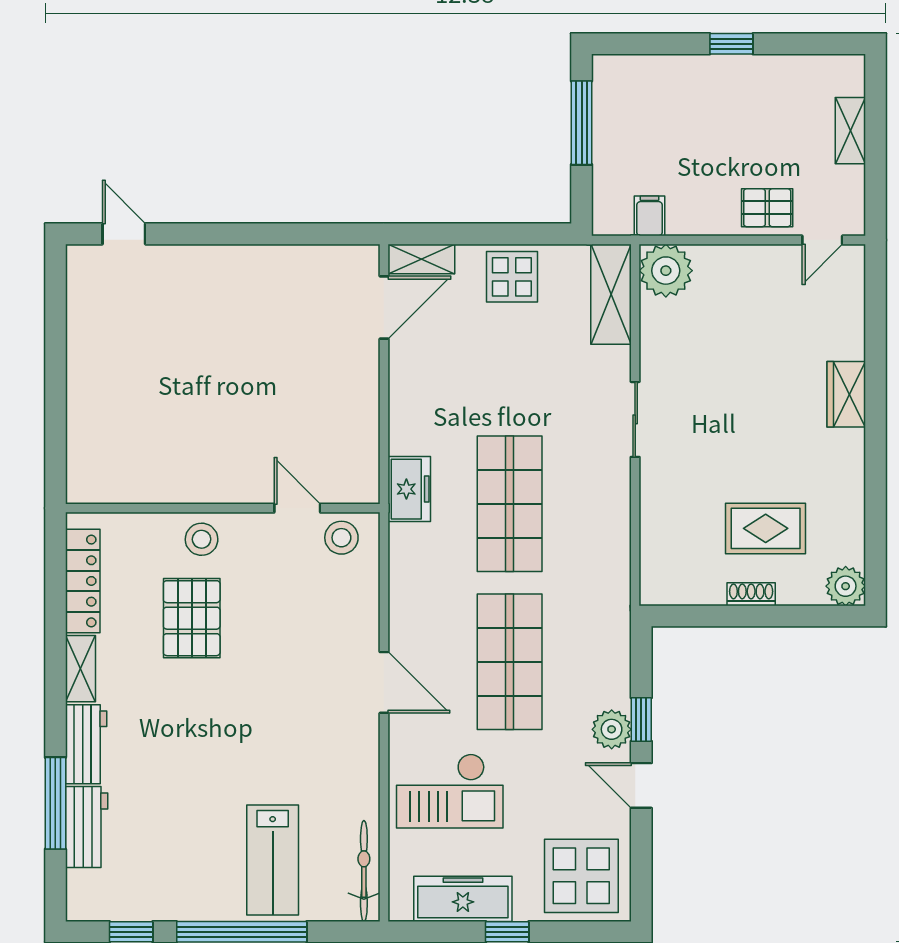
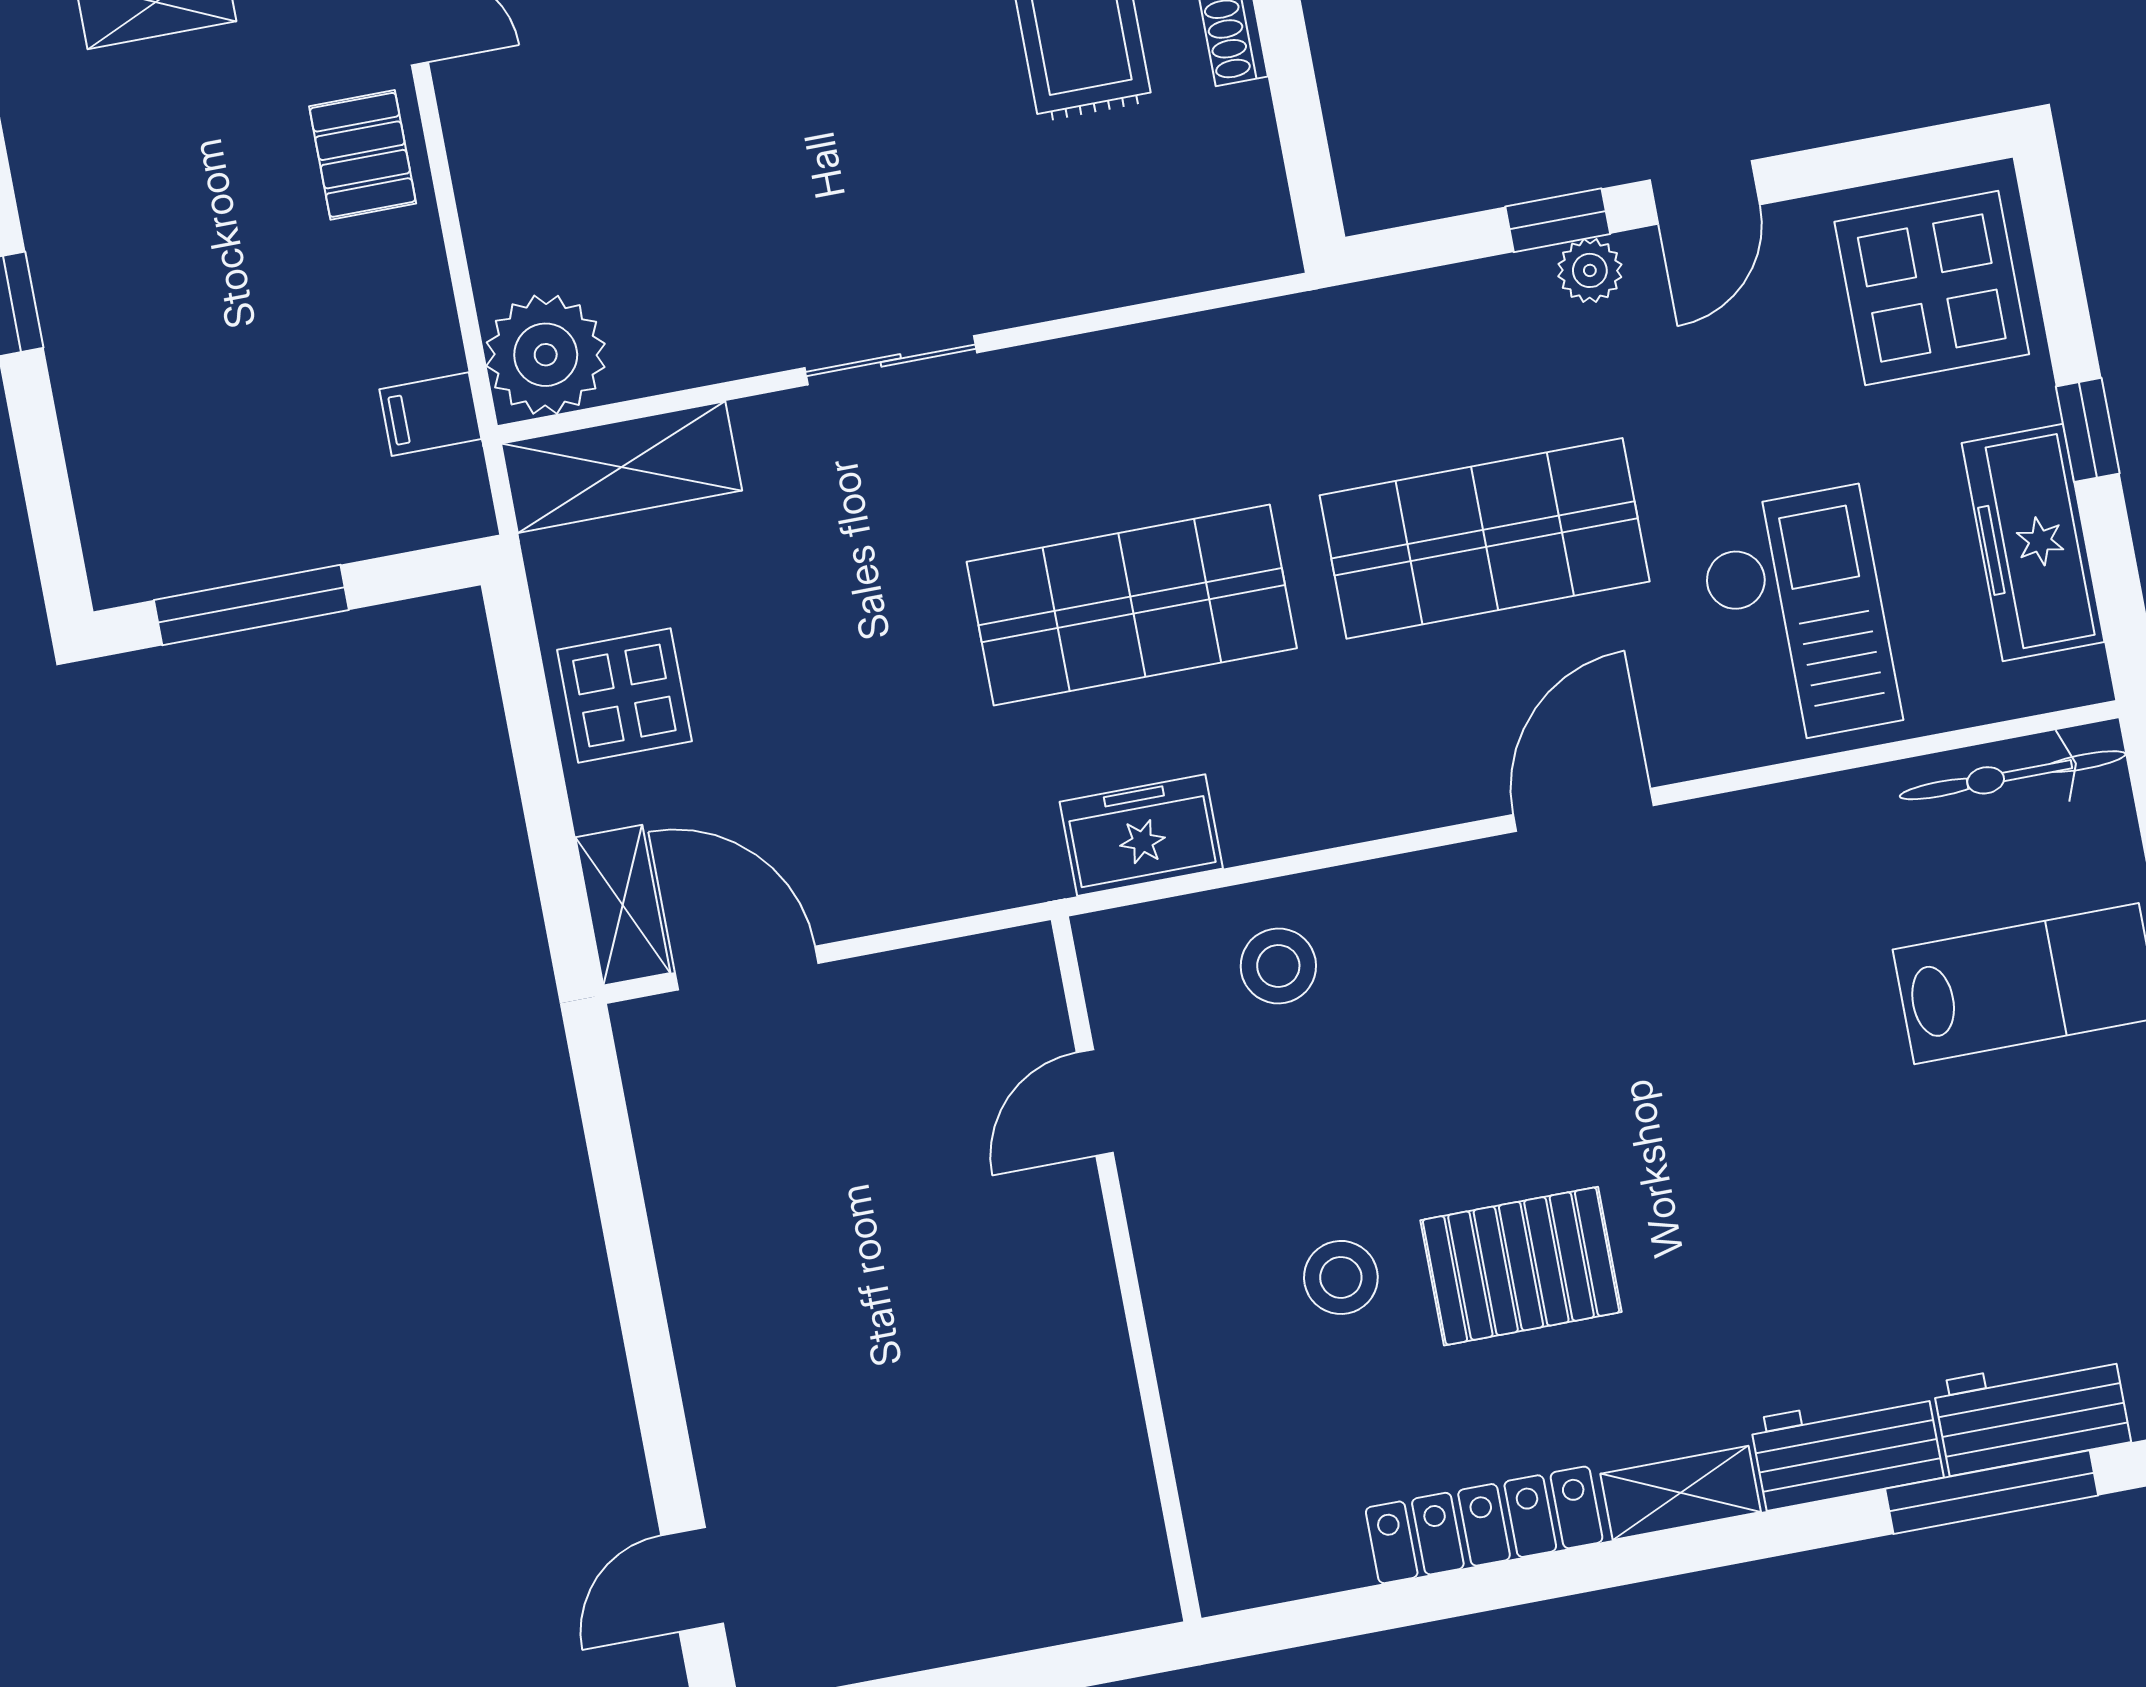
wall: (223, 508) -> (1126, 1269), moved
door: (297, 508) -> (1095, 1103), moved
plant: (612, 729) -> (1590, 270), width x0.73, depth x0.73

